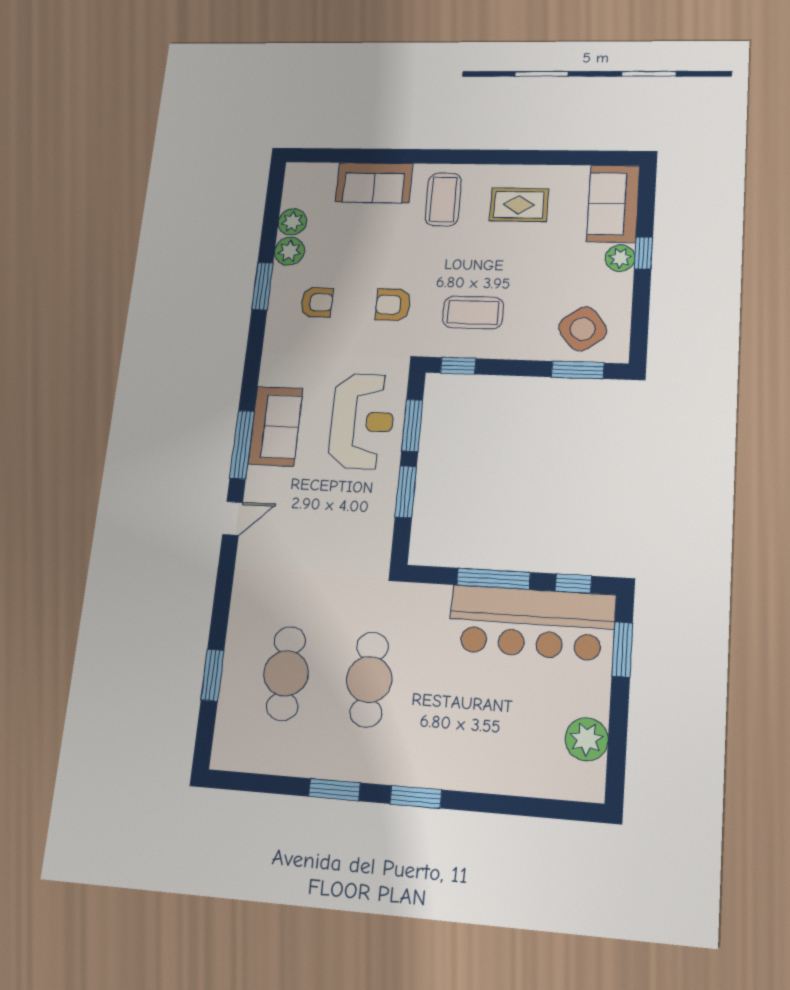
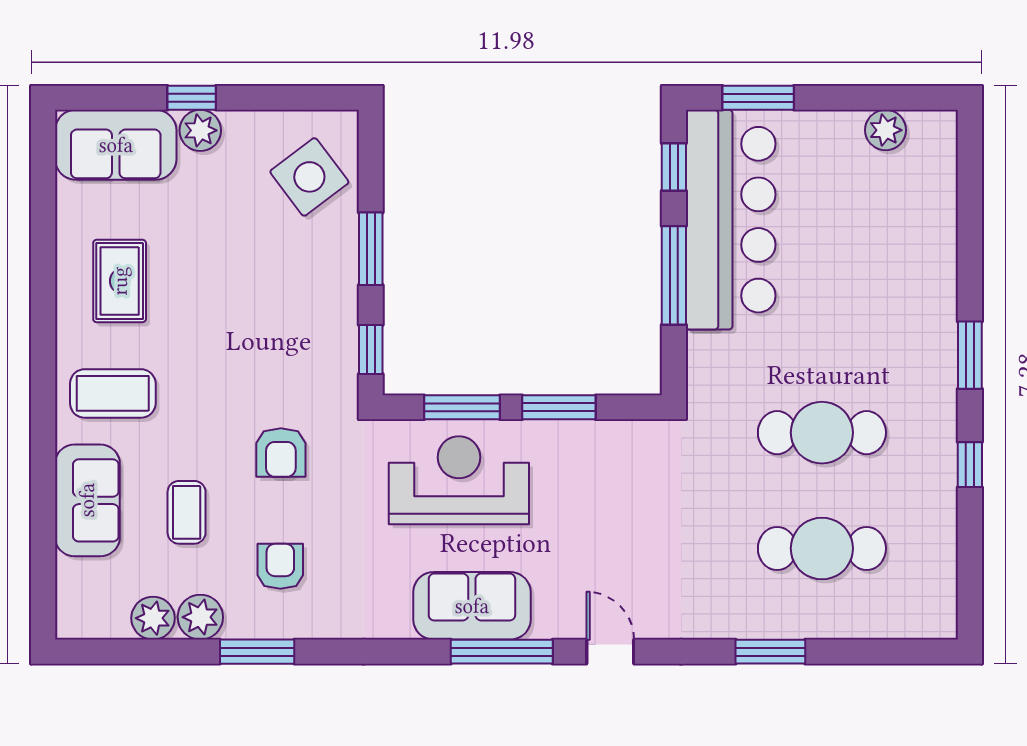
coffee table: (473, 312) -> (187, 512), moved, width x0.73, depth x0.77
window: (578, 370) -> (371, 249), moved
window: (212, 675) -> (770, 652), moved
plant: (587, 739) -> (886, 130), width x0.73, depth x0.73
window: (334, 790) -> (970, 465), width x0.67

